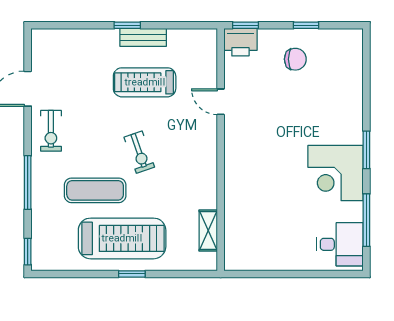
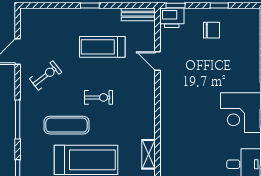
bench: (143, 37) -> (138, 14), moved
exercise bike: (51, 131) -> (46, 76), moved, turned -128
exercise bike: (139, 152) -> (98, 97), turned -71

